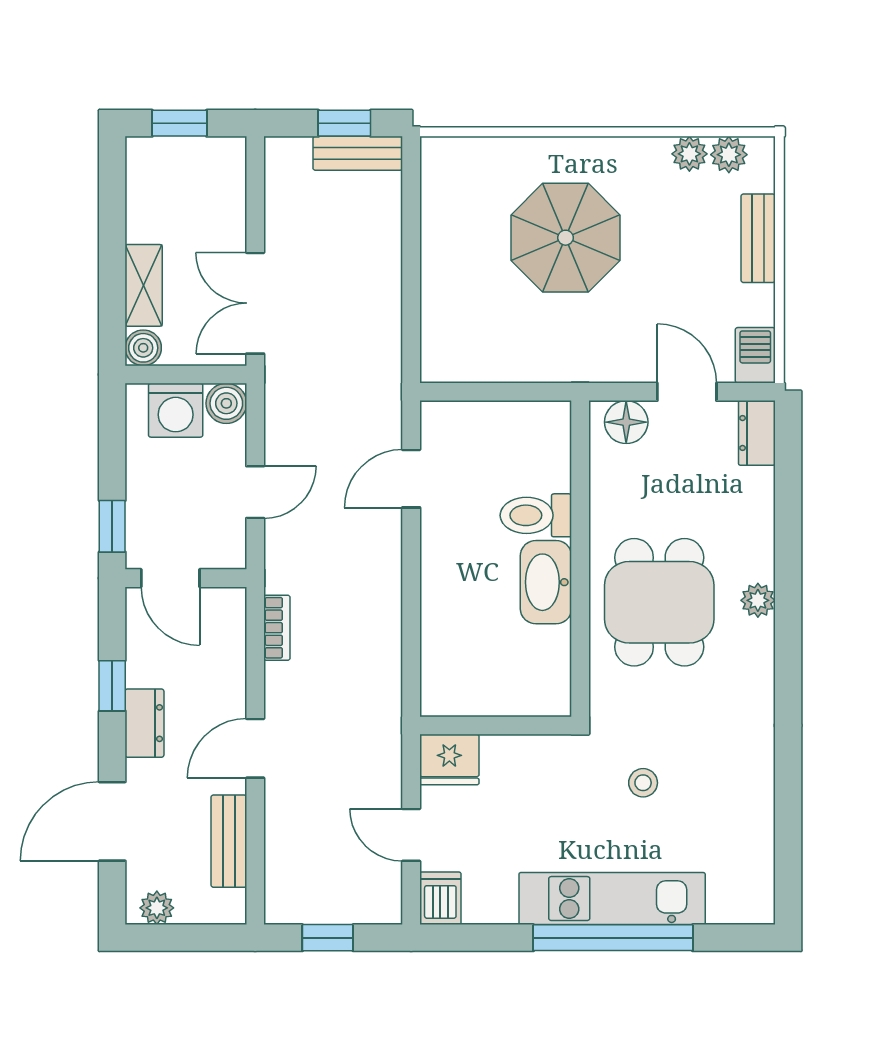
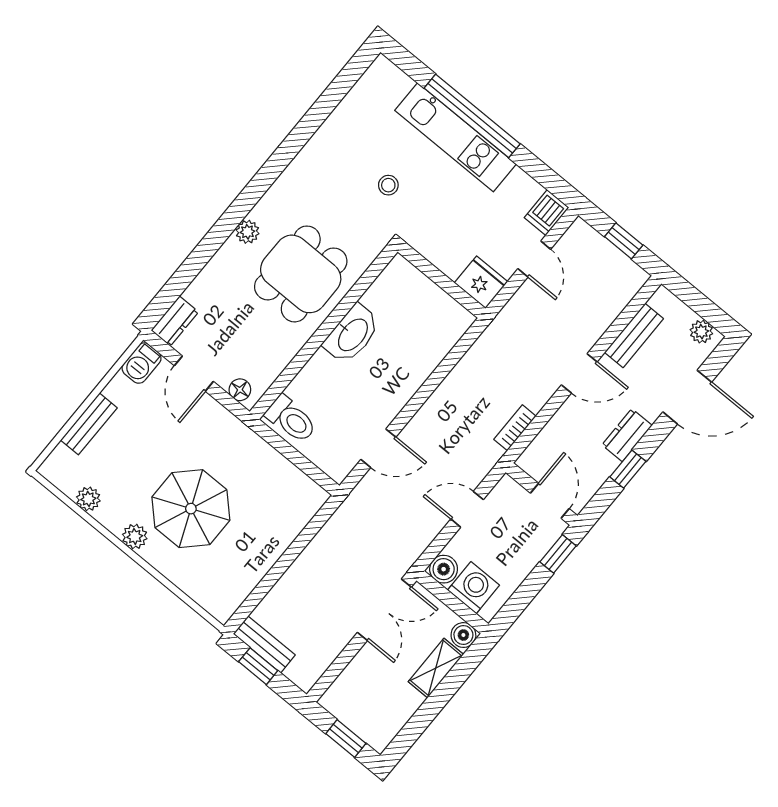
plant: (729, 155) -> (135, 536), moved
floor lamp: (626, 422) -> (240, 390), width x0.73, depth x0.73
toilet: (536, 515) -> (291, 419), moved

